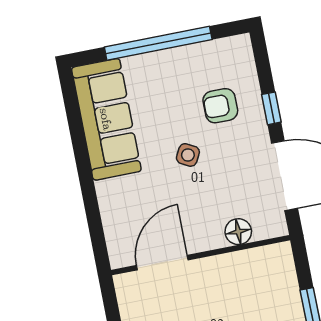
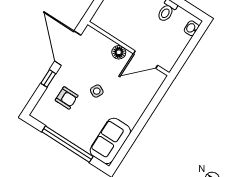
sofa: (106, 119) -> (110, 141), width x0.73
floor lamp: (238, 232) -> (119, 52), moved

